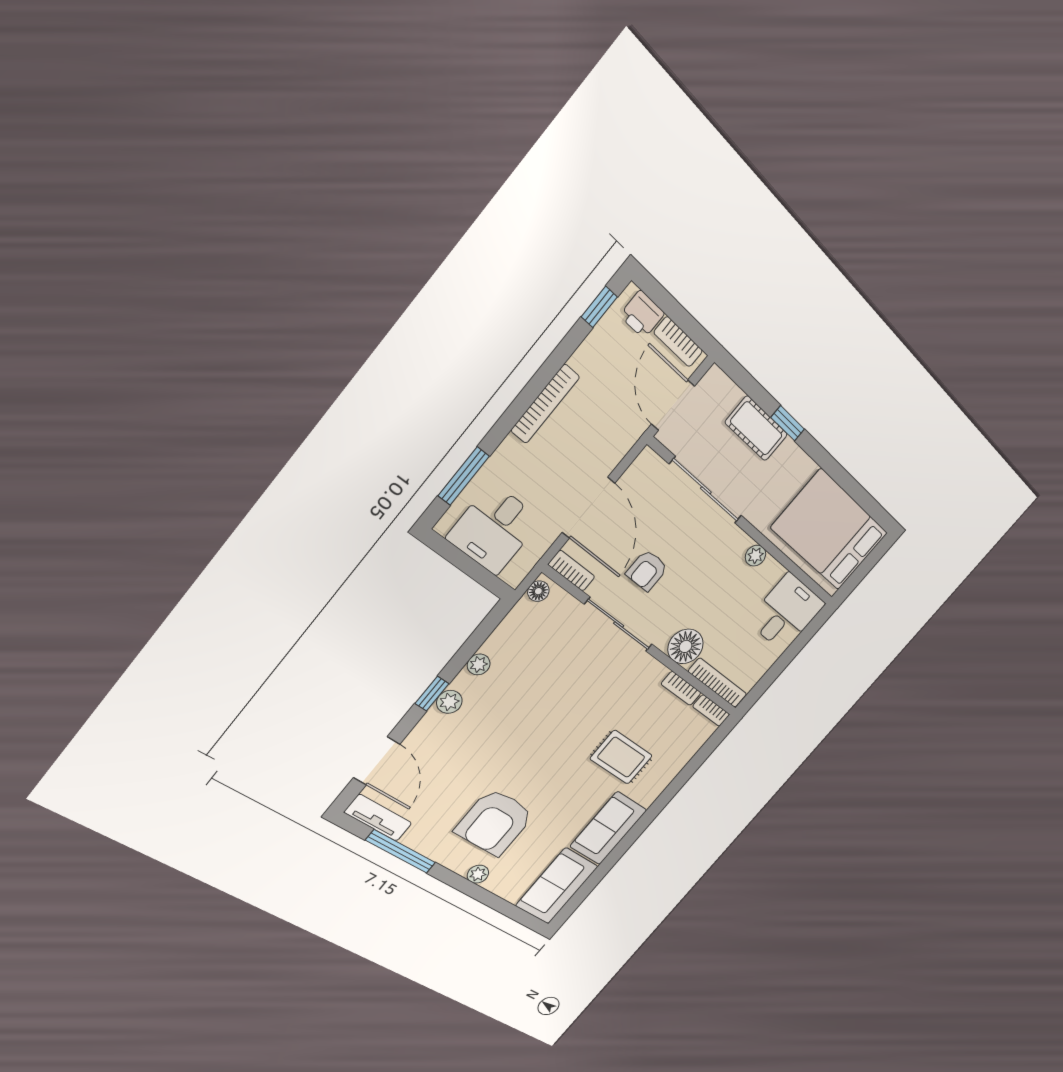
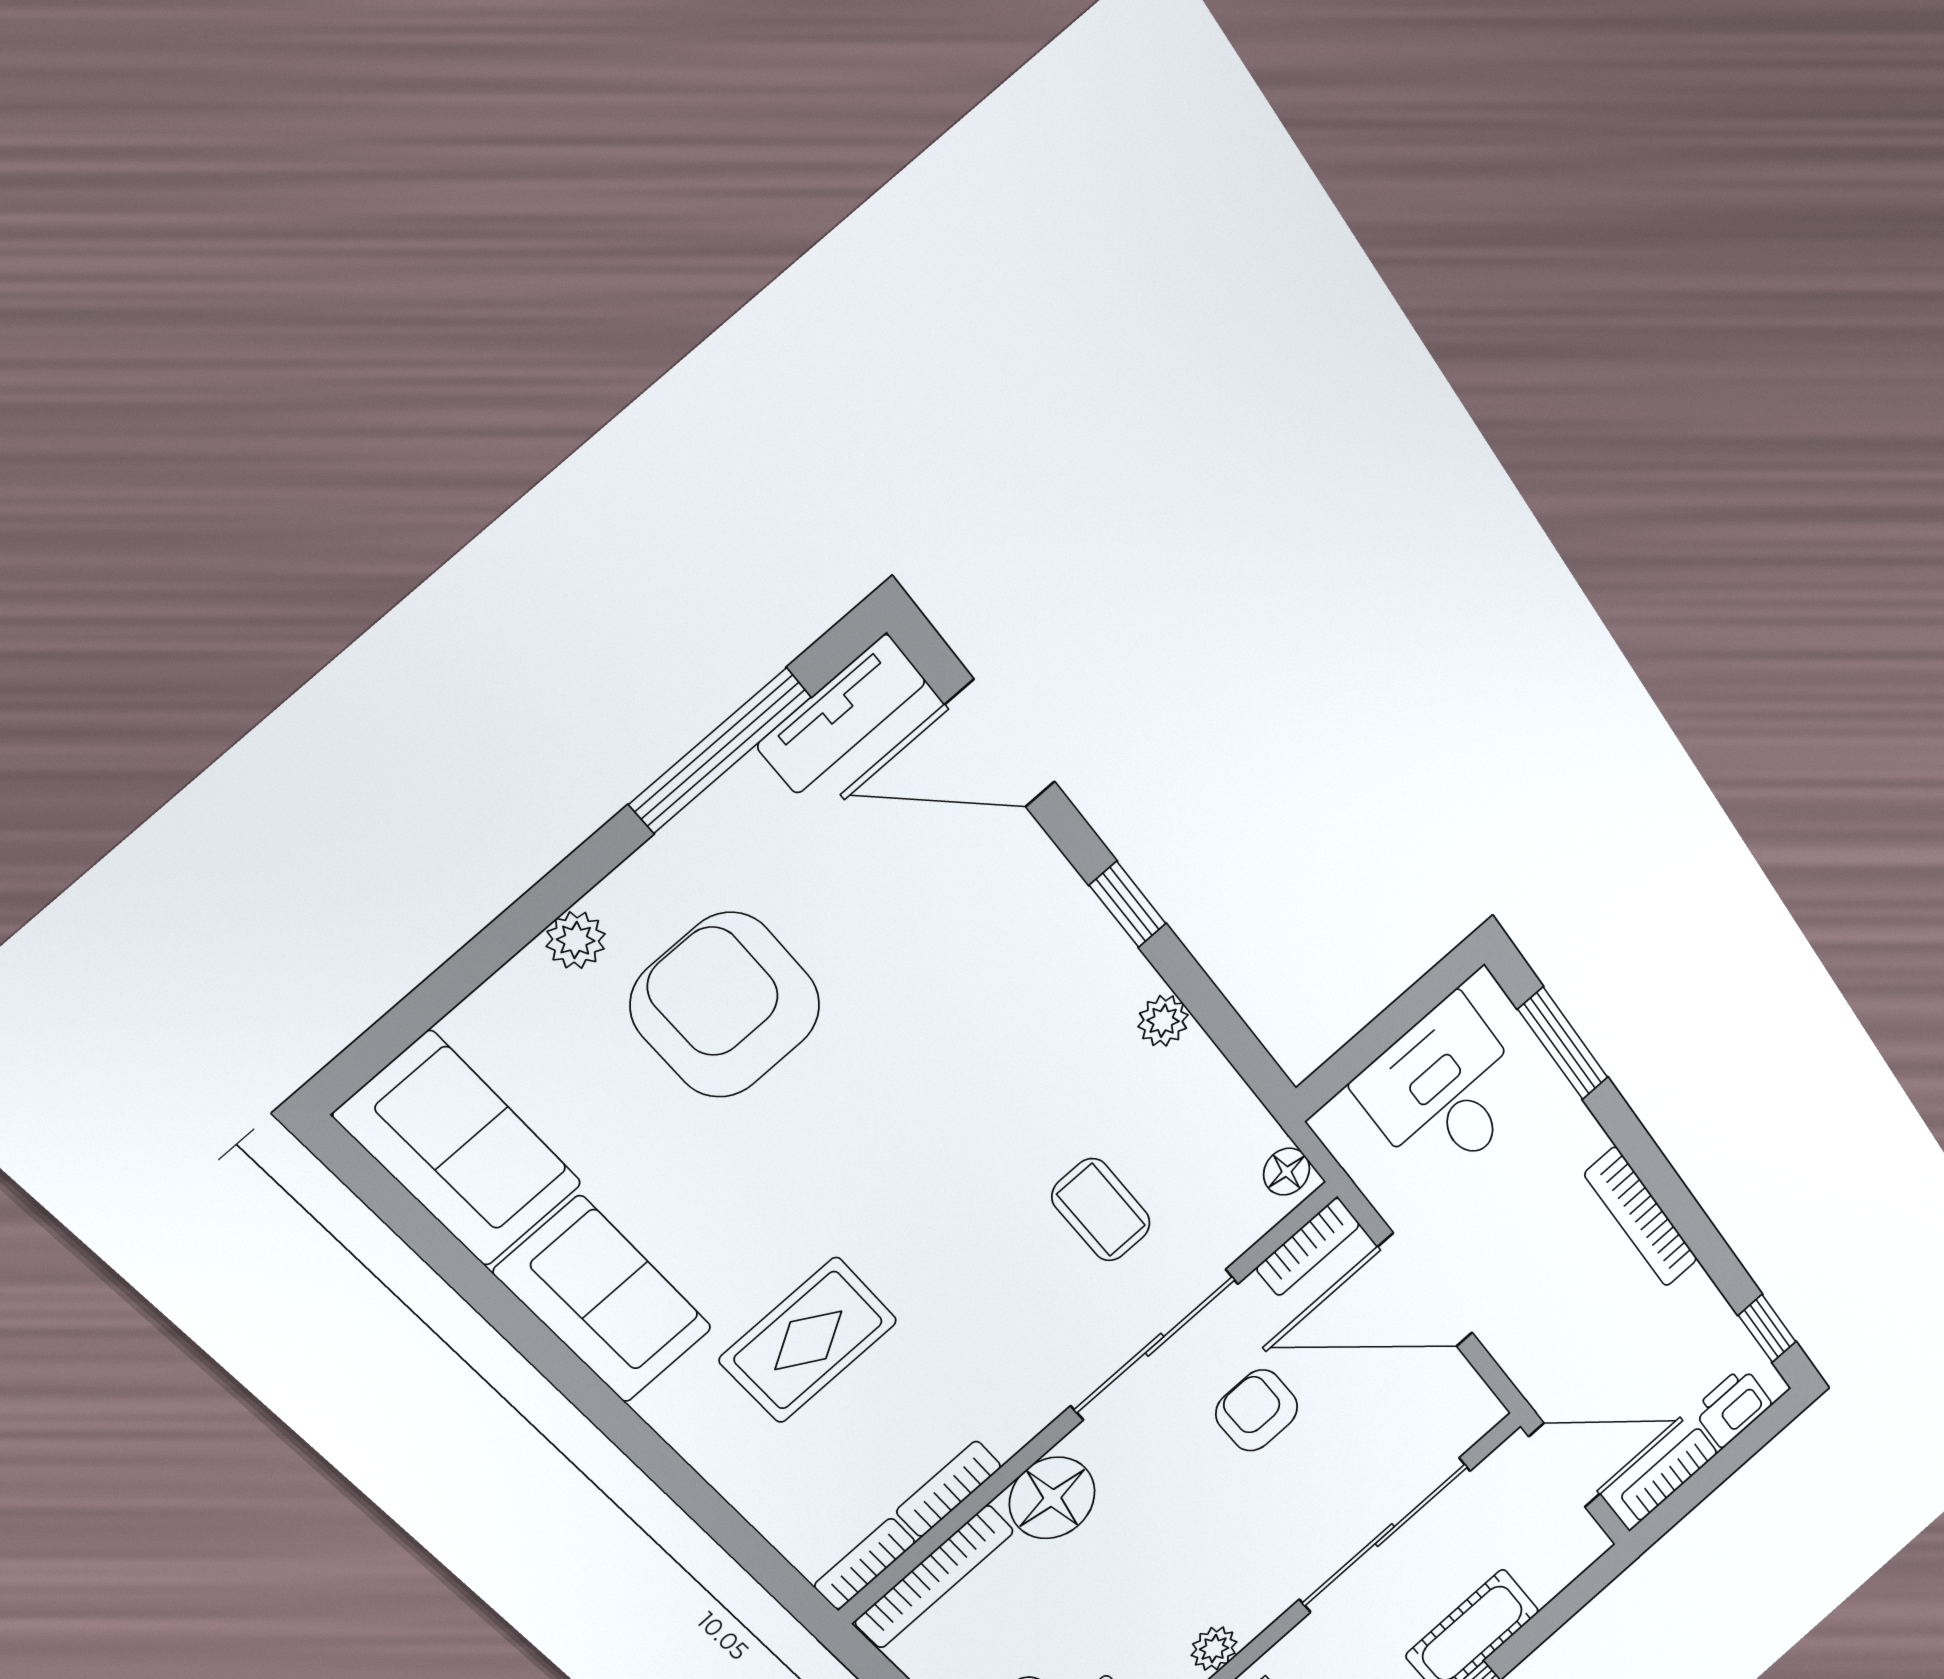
coffee table: (562, 665) -> (1101, 1210), added
plant: (449, 702) -> (1094, 941), removed

